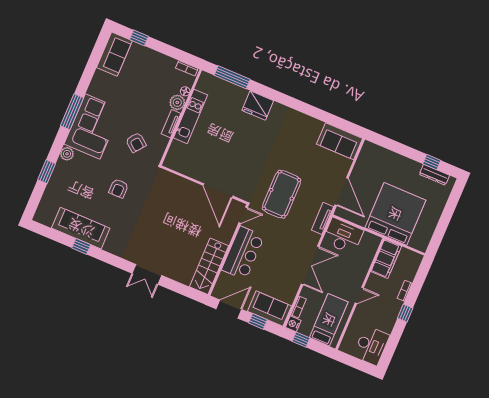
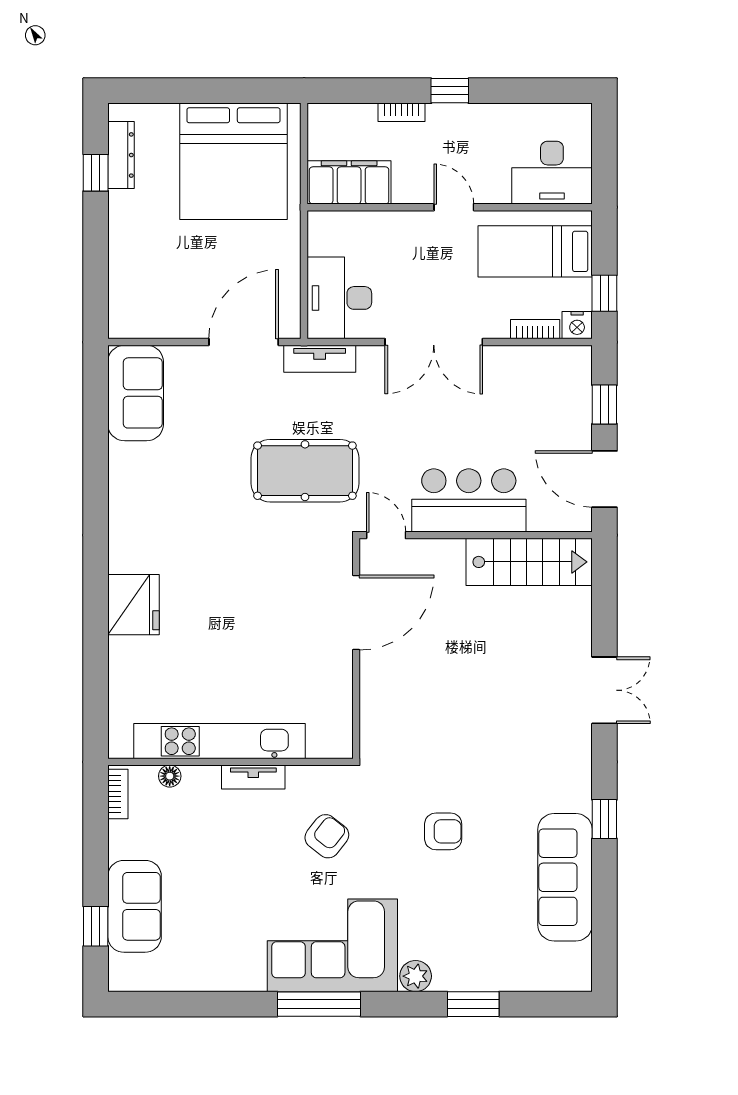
sofa: (114, 54) -> (135, 906), moved, turned 90
window: (232, 77) -> (96, 687), removed
plant: (177, 102) -> (201, 783), removed
kitchen unit: (191, 116) -> (220, 741), width x1.36
bed: (395, 214) -> (233, 161), moved, turned -90
window: (81, 246) -> (604, 819), moved
double door: (310, 265) -> (434, 342), swing flipped
sofa: (269, 309) -> (566, 391), removed
desk: (371, 346) -> (552, 173), moved, turned 180

